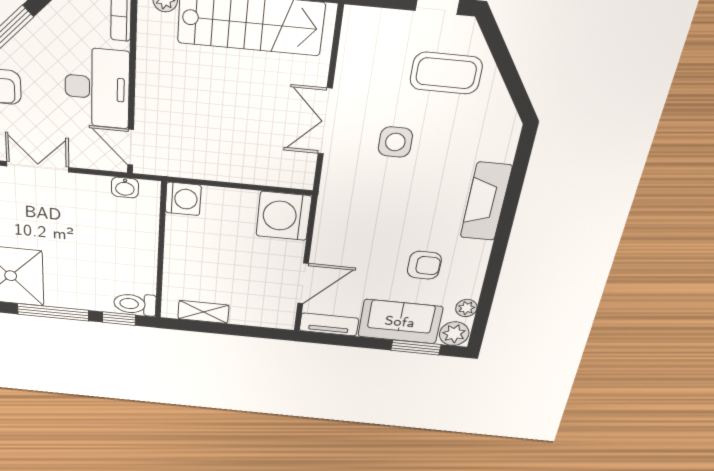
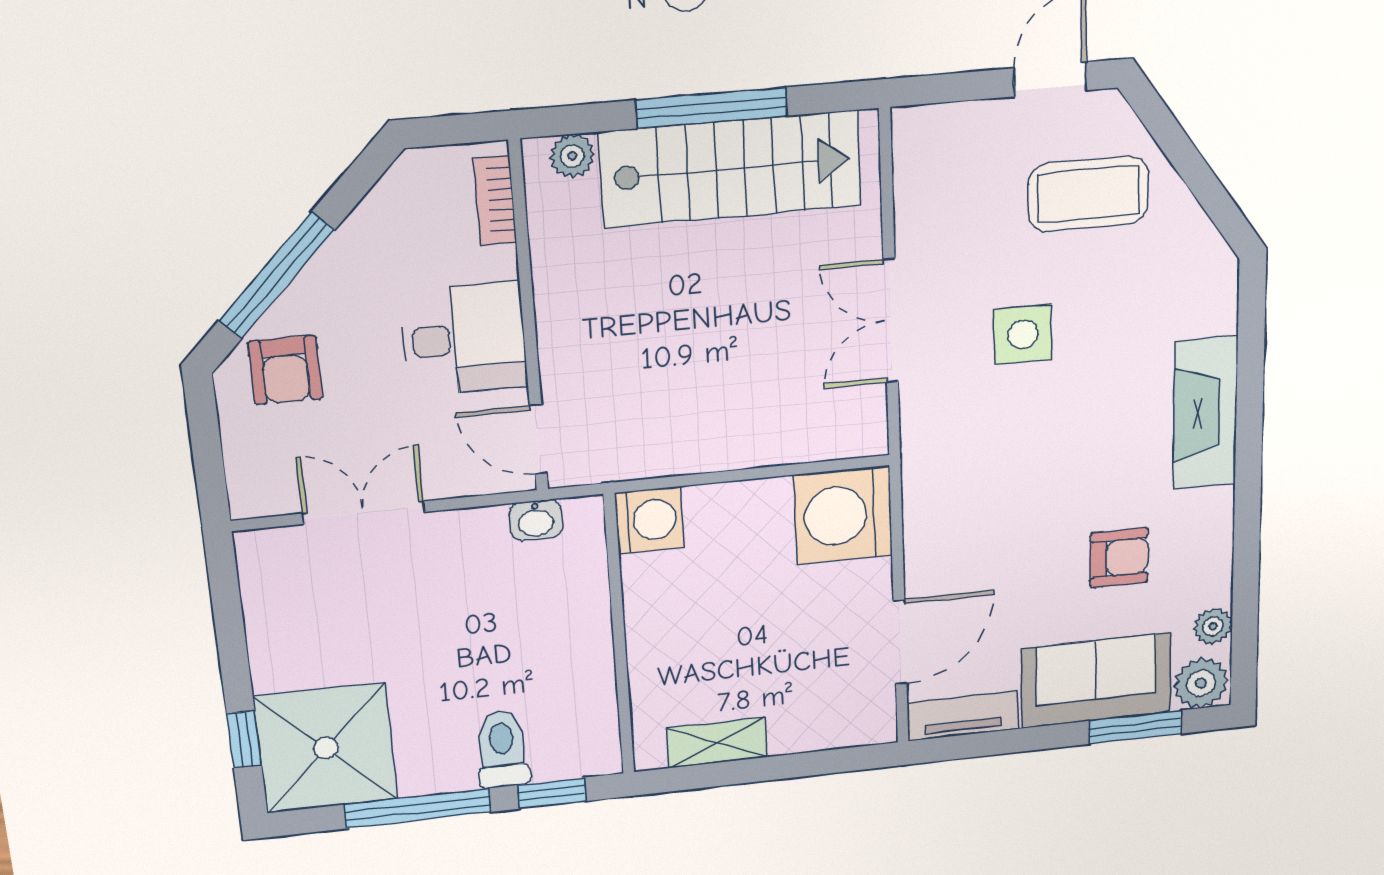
desk: (97, 88) -> (464, 339), width x0.73
toilet: (135, 304) -> (502, 749), moved, turned 90

